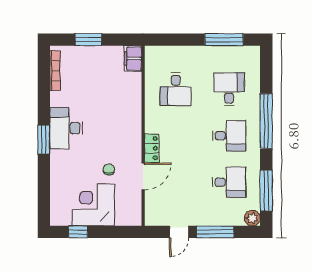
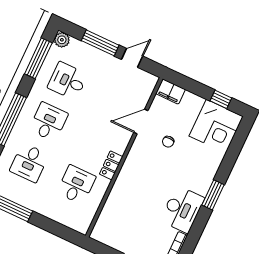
filing cabinet: (133, 58) -> (171, 92), moved, turned 90
desk: (66, 128) -> (182, 209), moved
desk: (229, 136) -> (48, 122), turned 90
locker: (152, 148) -> (111, 165), moved
corner desk: (93, 205) -> (216, 126), moved

